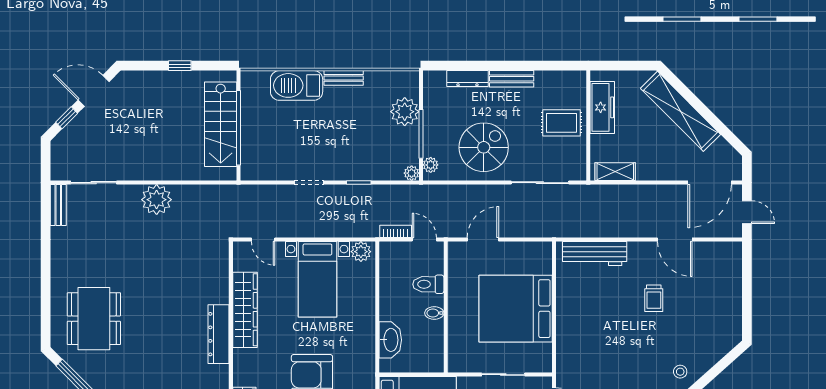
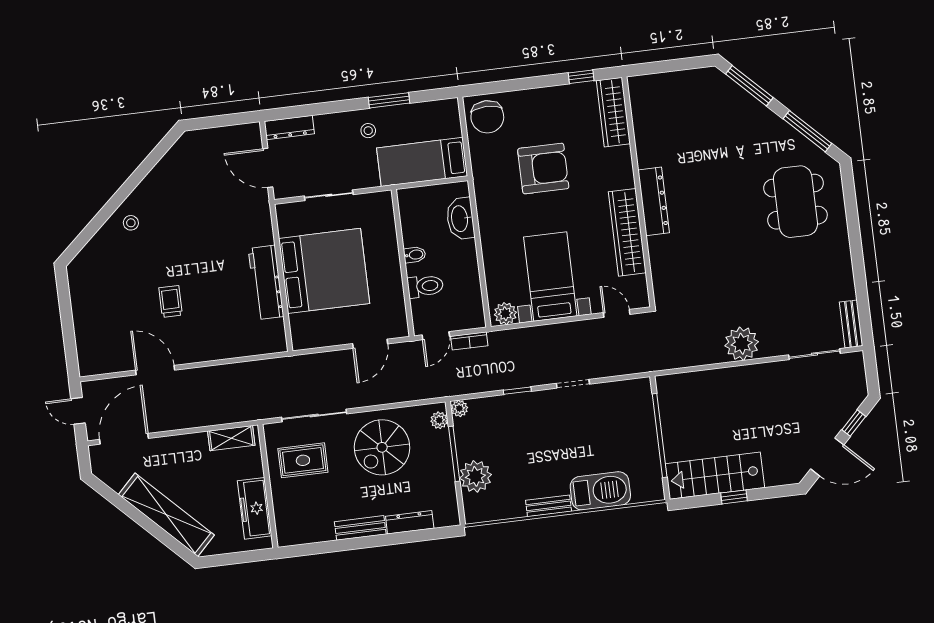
rug: (562, 123) -> (303, 460), moved
stairs: (221, 124) -> (715, 476), moved, turned -90
door: (424, 240) -> (436, 336), hinge flipped
workbench: (595, 254) -> (266, 282), moved, turned -90

